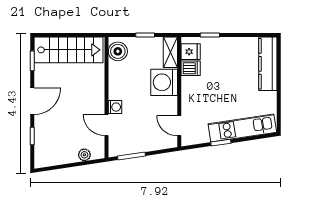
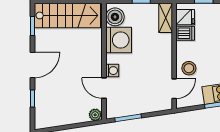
washing machine: (164, 82) -> (119, 40), moved, turned 180
stool: (194, 105) -> (189, 68), added
door: (179, 126) -> (174, 89), swing flipped
plant: (84, 155) -> (95, 115), moved

